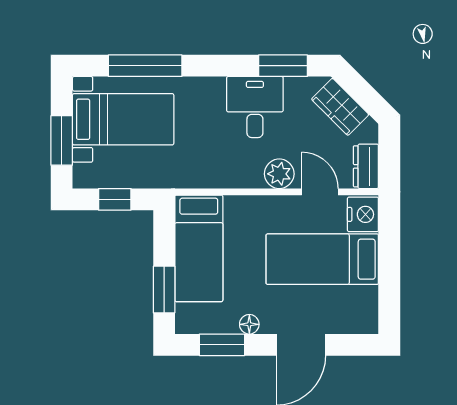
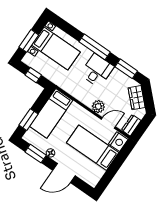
window: (145, 66) -> (95, 47), moved
desk: (255, 107) -> (97, 70), moved
door: (320, 192) -> (108, 123), hinge flipped

